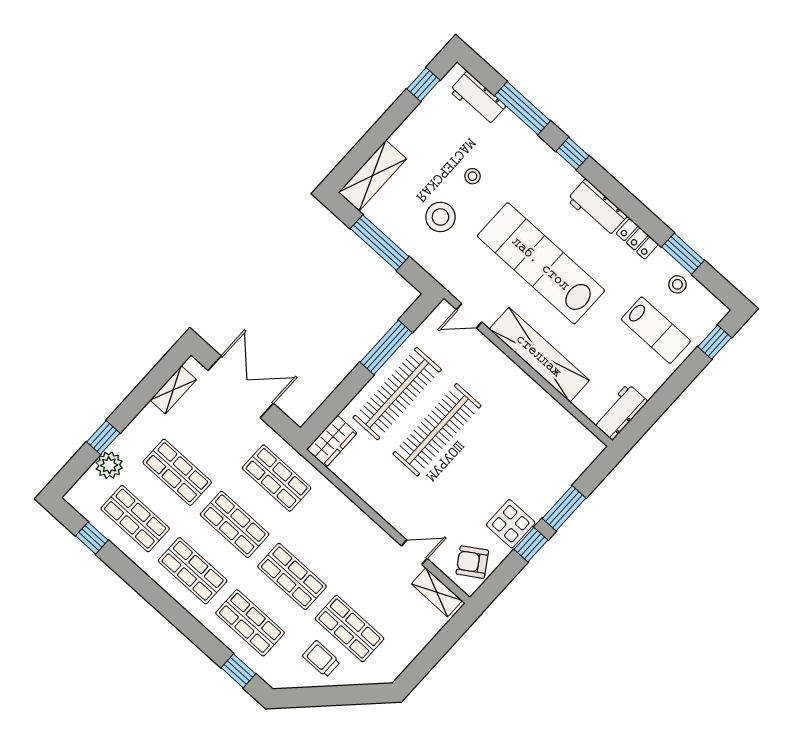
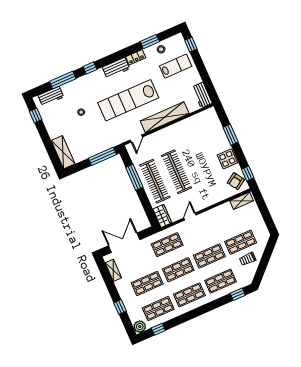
stool: (440, 217) -> (92, 132), removed
window: (380, 243) -> (102, 156), moved
plant: (109, 465) -> (140, 327), moved
window: (531, 545) -> (248, 174), moved
door: (414, 552) -> (190, 217), moved

